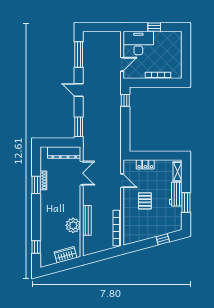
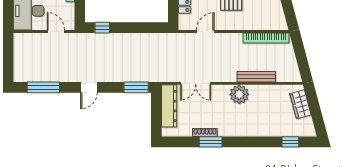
double door: (82, 173) -> (196, 83), swing flipped
plant: (73, 225) -> (239, 94), moved

